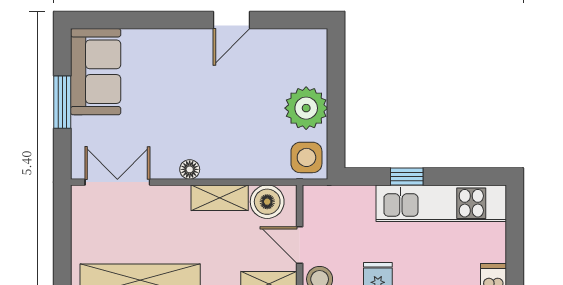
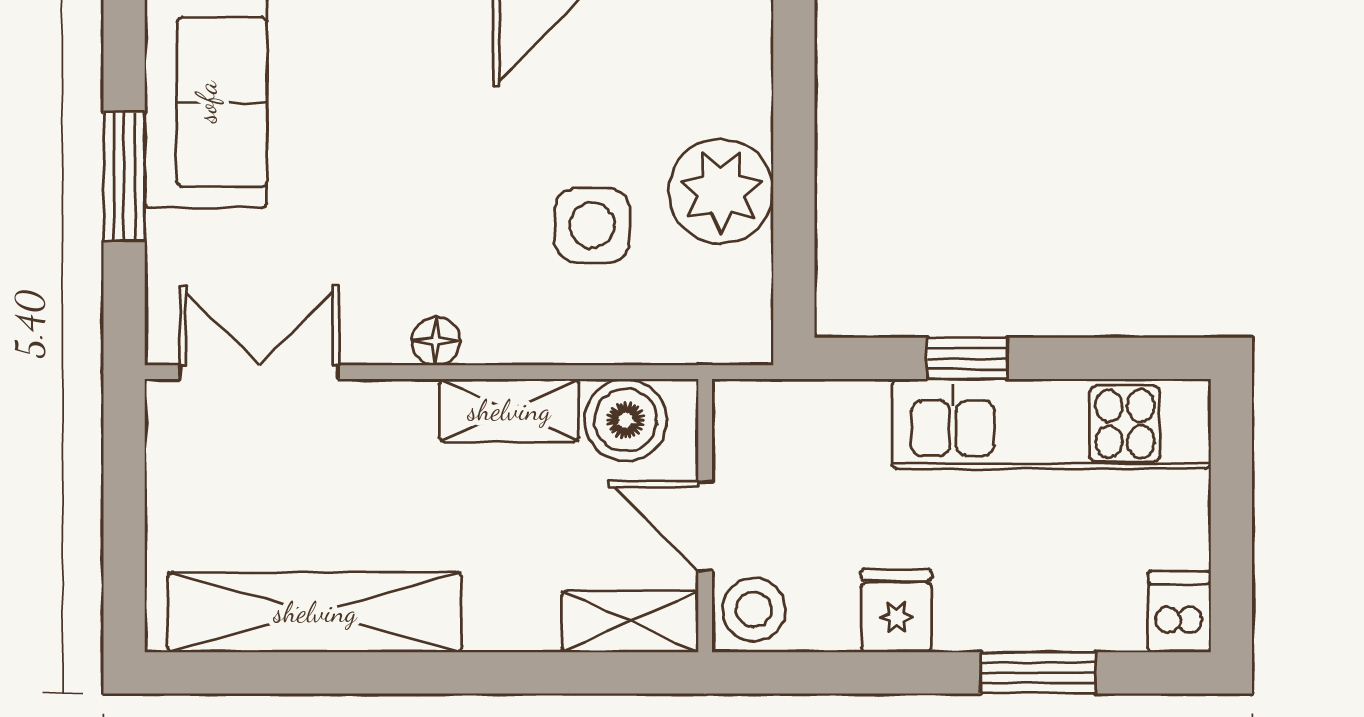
side table: (306, 157) -> (592, 225), moved

